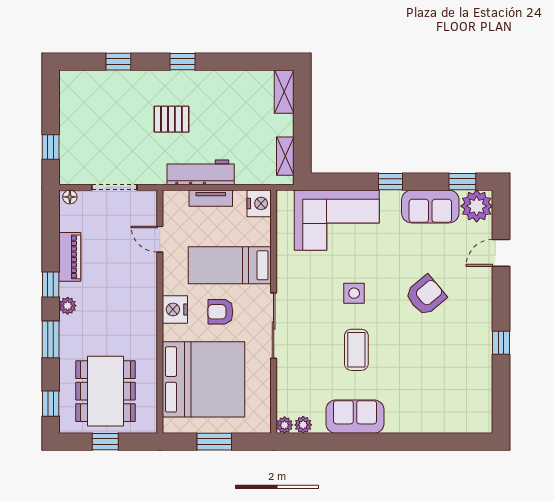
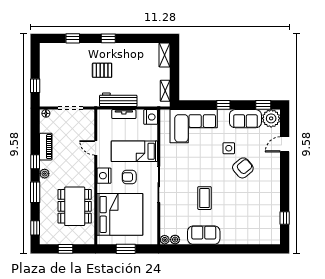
door: (160, 239) -> (96, 148), moved
side table: (354, 293) -> (229, 148), moved
window: (501, 343) -> (285, 218), moved
dining table: (105, 391) -> (75, 206), moved

